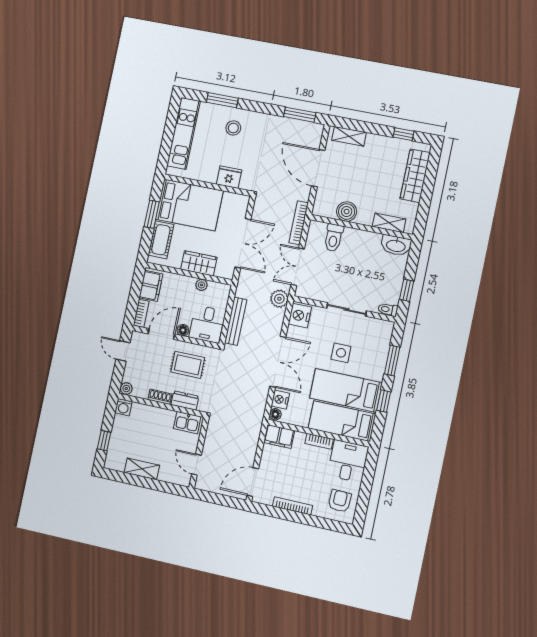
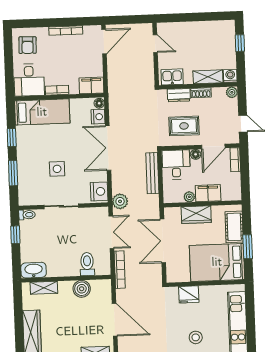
filing cabinet: (151, 286) -> (208, 193), moved, turned 90
bed: (346, 390) -> (45, 138), removed
shelving: (142, 469) -> (208, 77), moved

